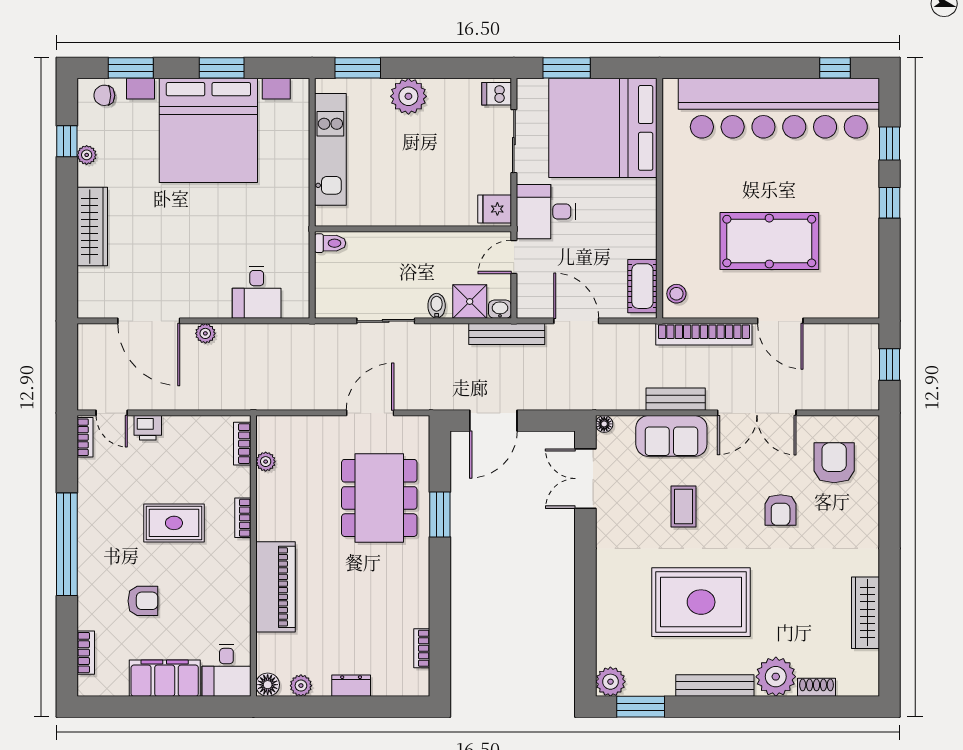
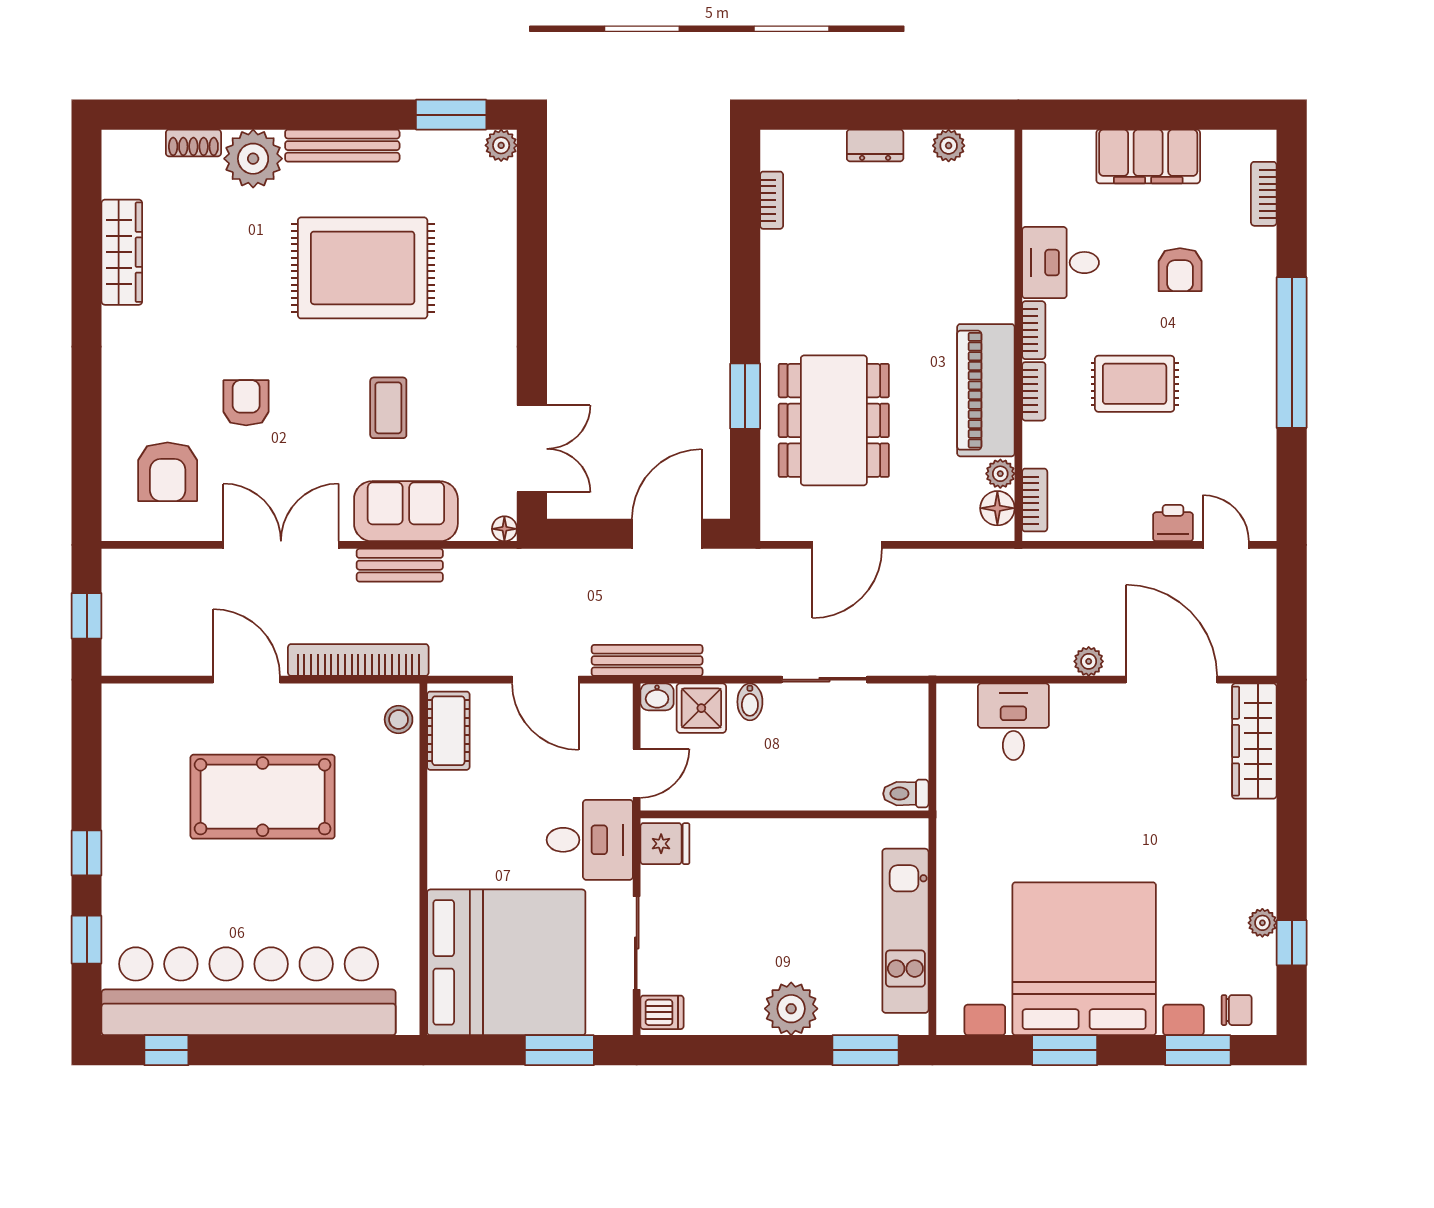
wardrobe: (92, 227) -> (1254, 741), moved
bookcase: (85, 437) -> (1034, 330), moved, turned 180
piano: (275, 587) -> (986, 390), moved
armchair: (143, 601) -> (1180, 270), turned -90
desk: (226, 670) -> (1061, 263), moved, turned -90
plant: (610, 682) -> (501, 145), width x0.73, depth x0.73
floor lamp: (268, 685) -> (997, 508), moved

